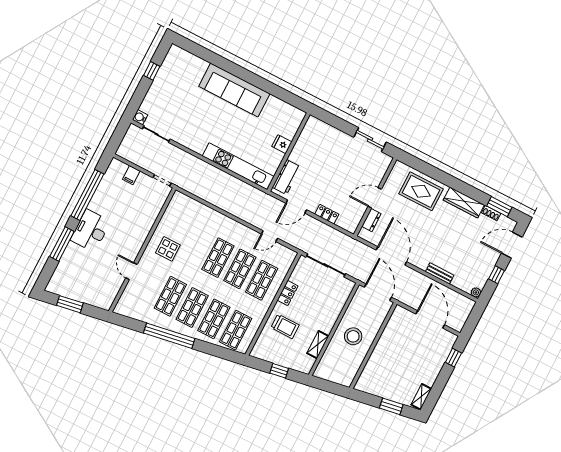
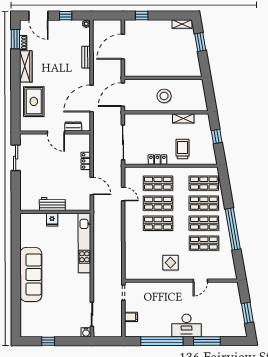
workbench: (286, 177) -> (52, 204), moved

